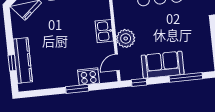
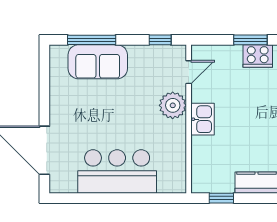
sofa: (163, 65) -> (98, 62), moved
cooker: (89, 77) -> (258, 56), moved

